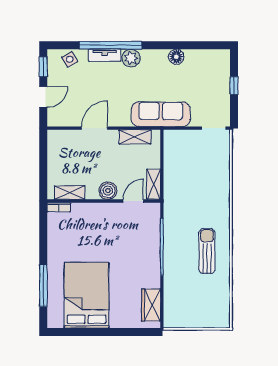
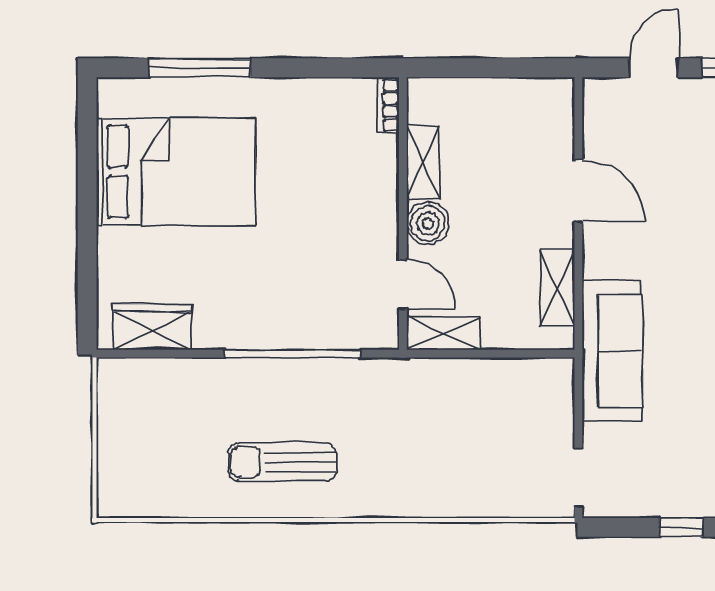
door: (43, 97) -> (654, 68), swing flipped
shelving: (70, 193) -> (423, 162), moved
sun lounger: (207, 251) -> (282, 462), turned 180

